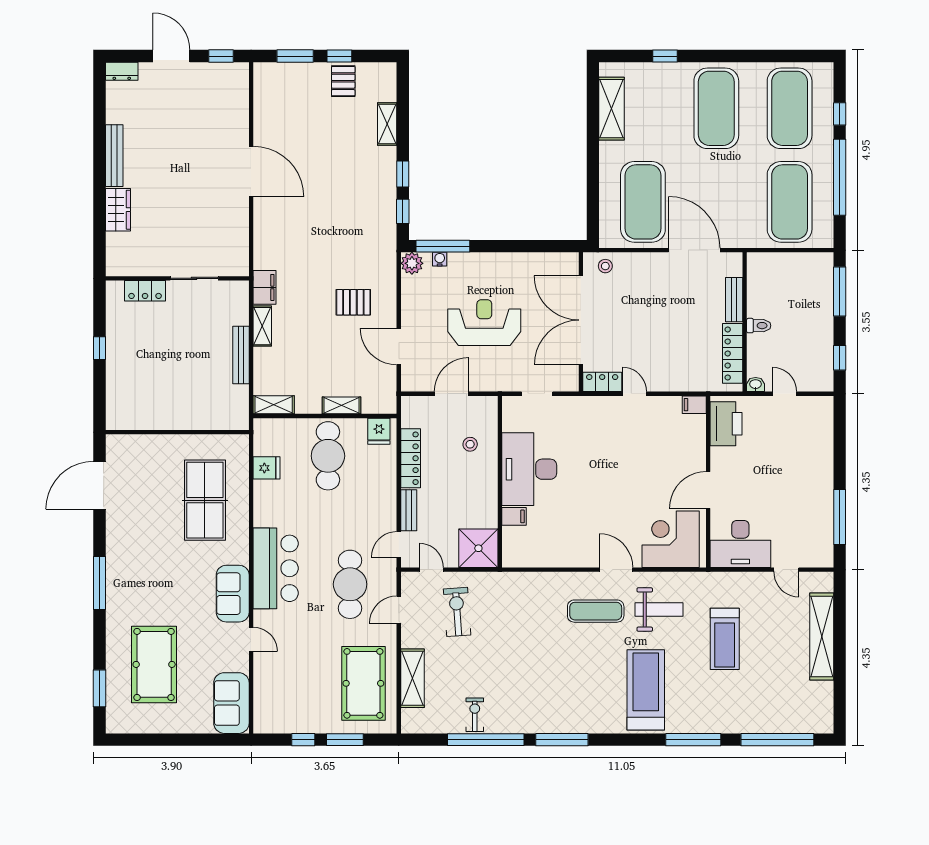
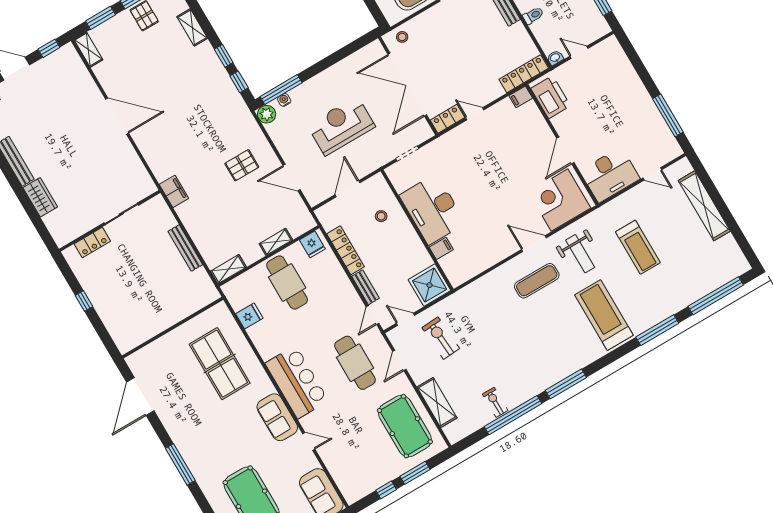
shelving: (262, 326) -> (88, 50), moved
locker: (733, 353) -> (524, 74), moved, turned 90
weight bench: (659, 610) -> (580, 254), turned 90

